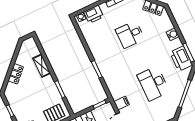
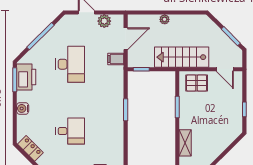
locker: (16, 74) -> (218, 148), removed

